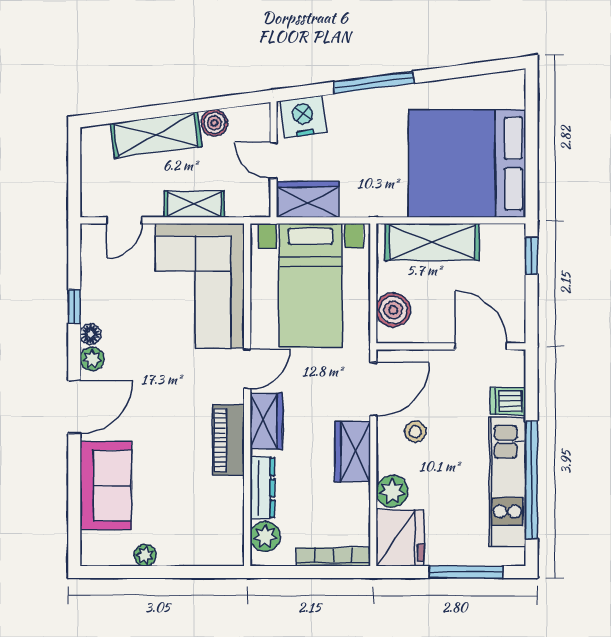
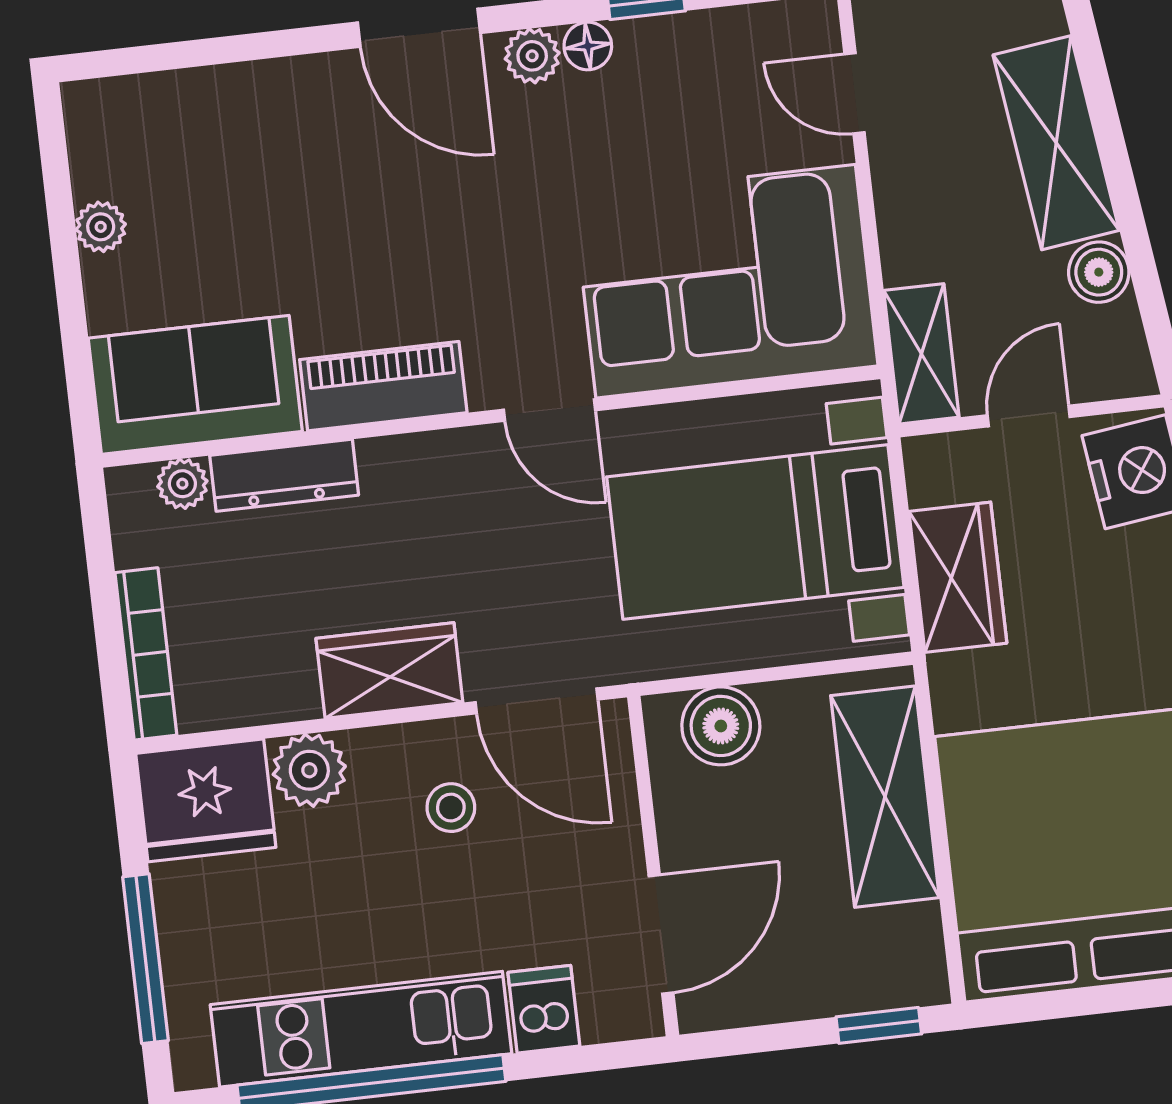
wardrobe: (308, 199) -> (958, 577), moved
shelving: (194, 204) -> (921, 354), moved
wardrobe: (266, 421) -> (436, 467), removed
sofa: (106, 486) -> (195, 385), moved, turned 180
plant: (265, 537) -> (182, 484), width x0.73, depth x0.73

